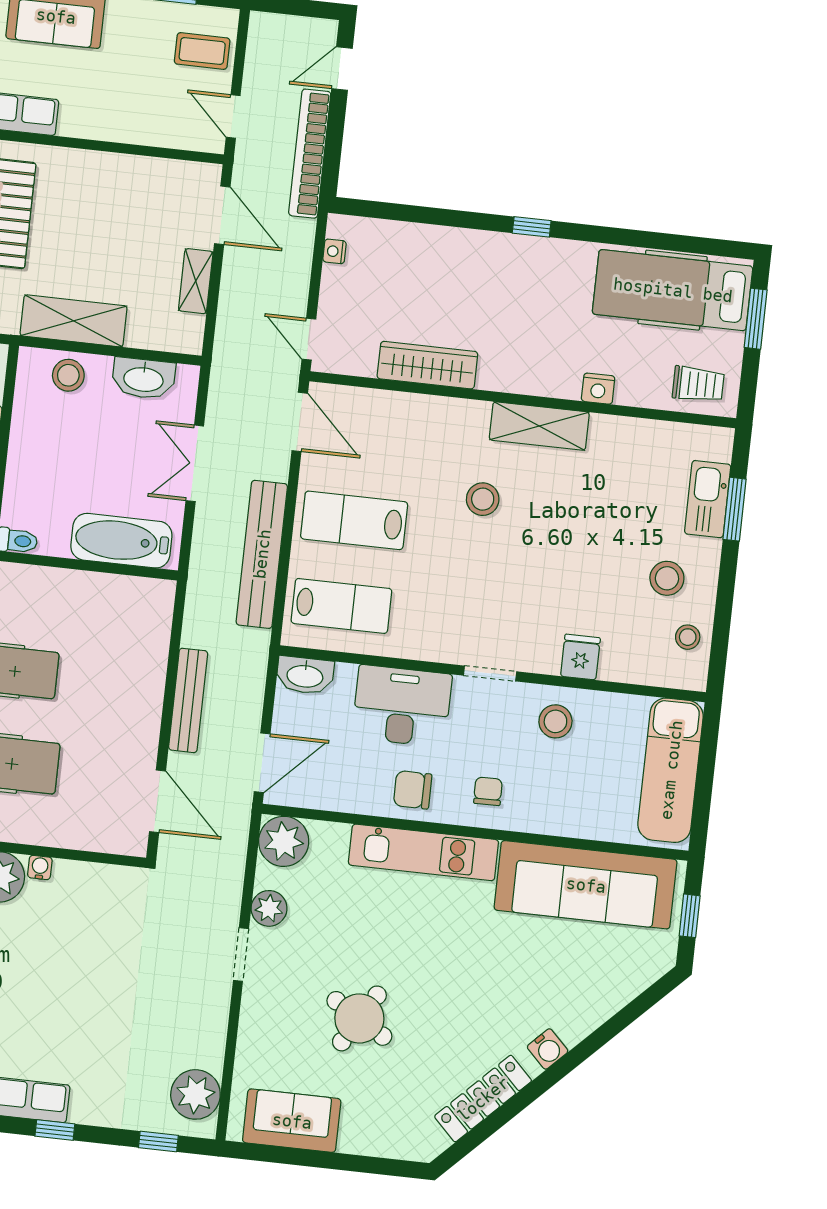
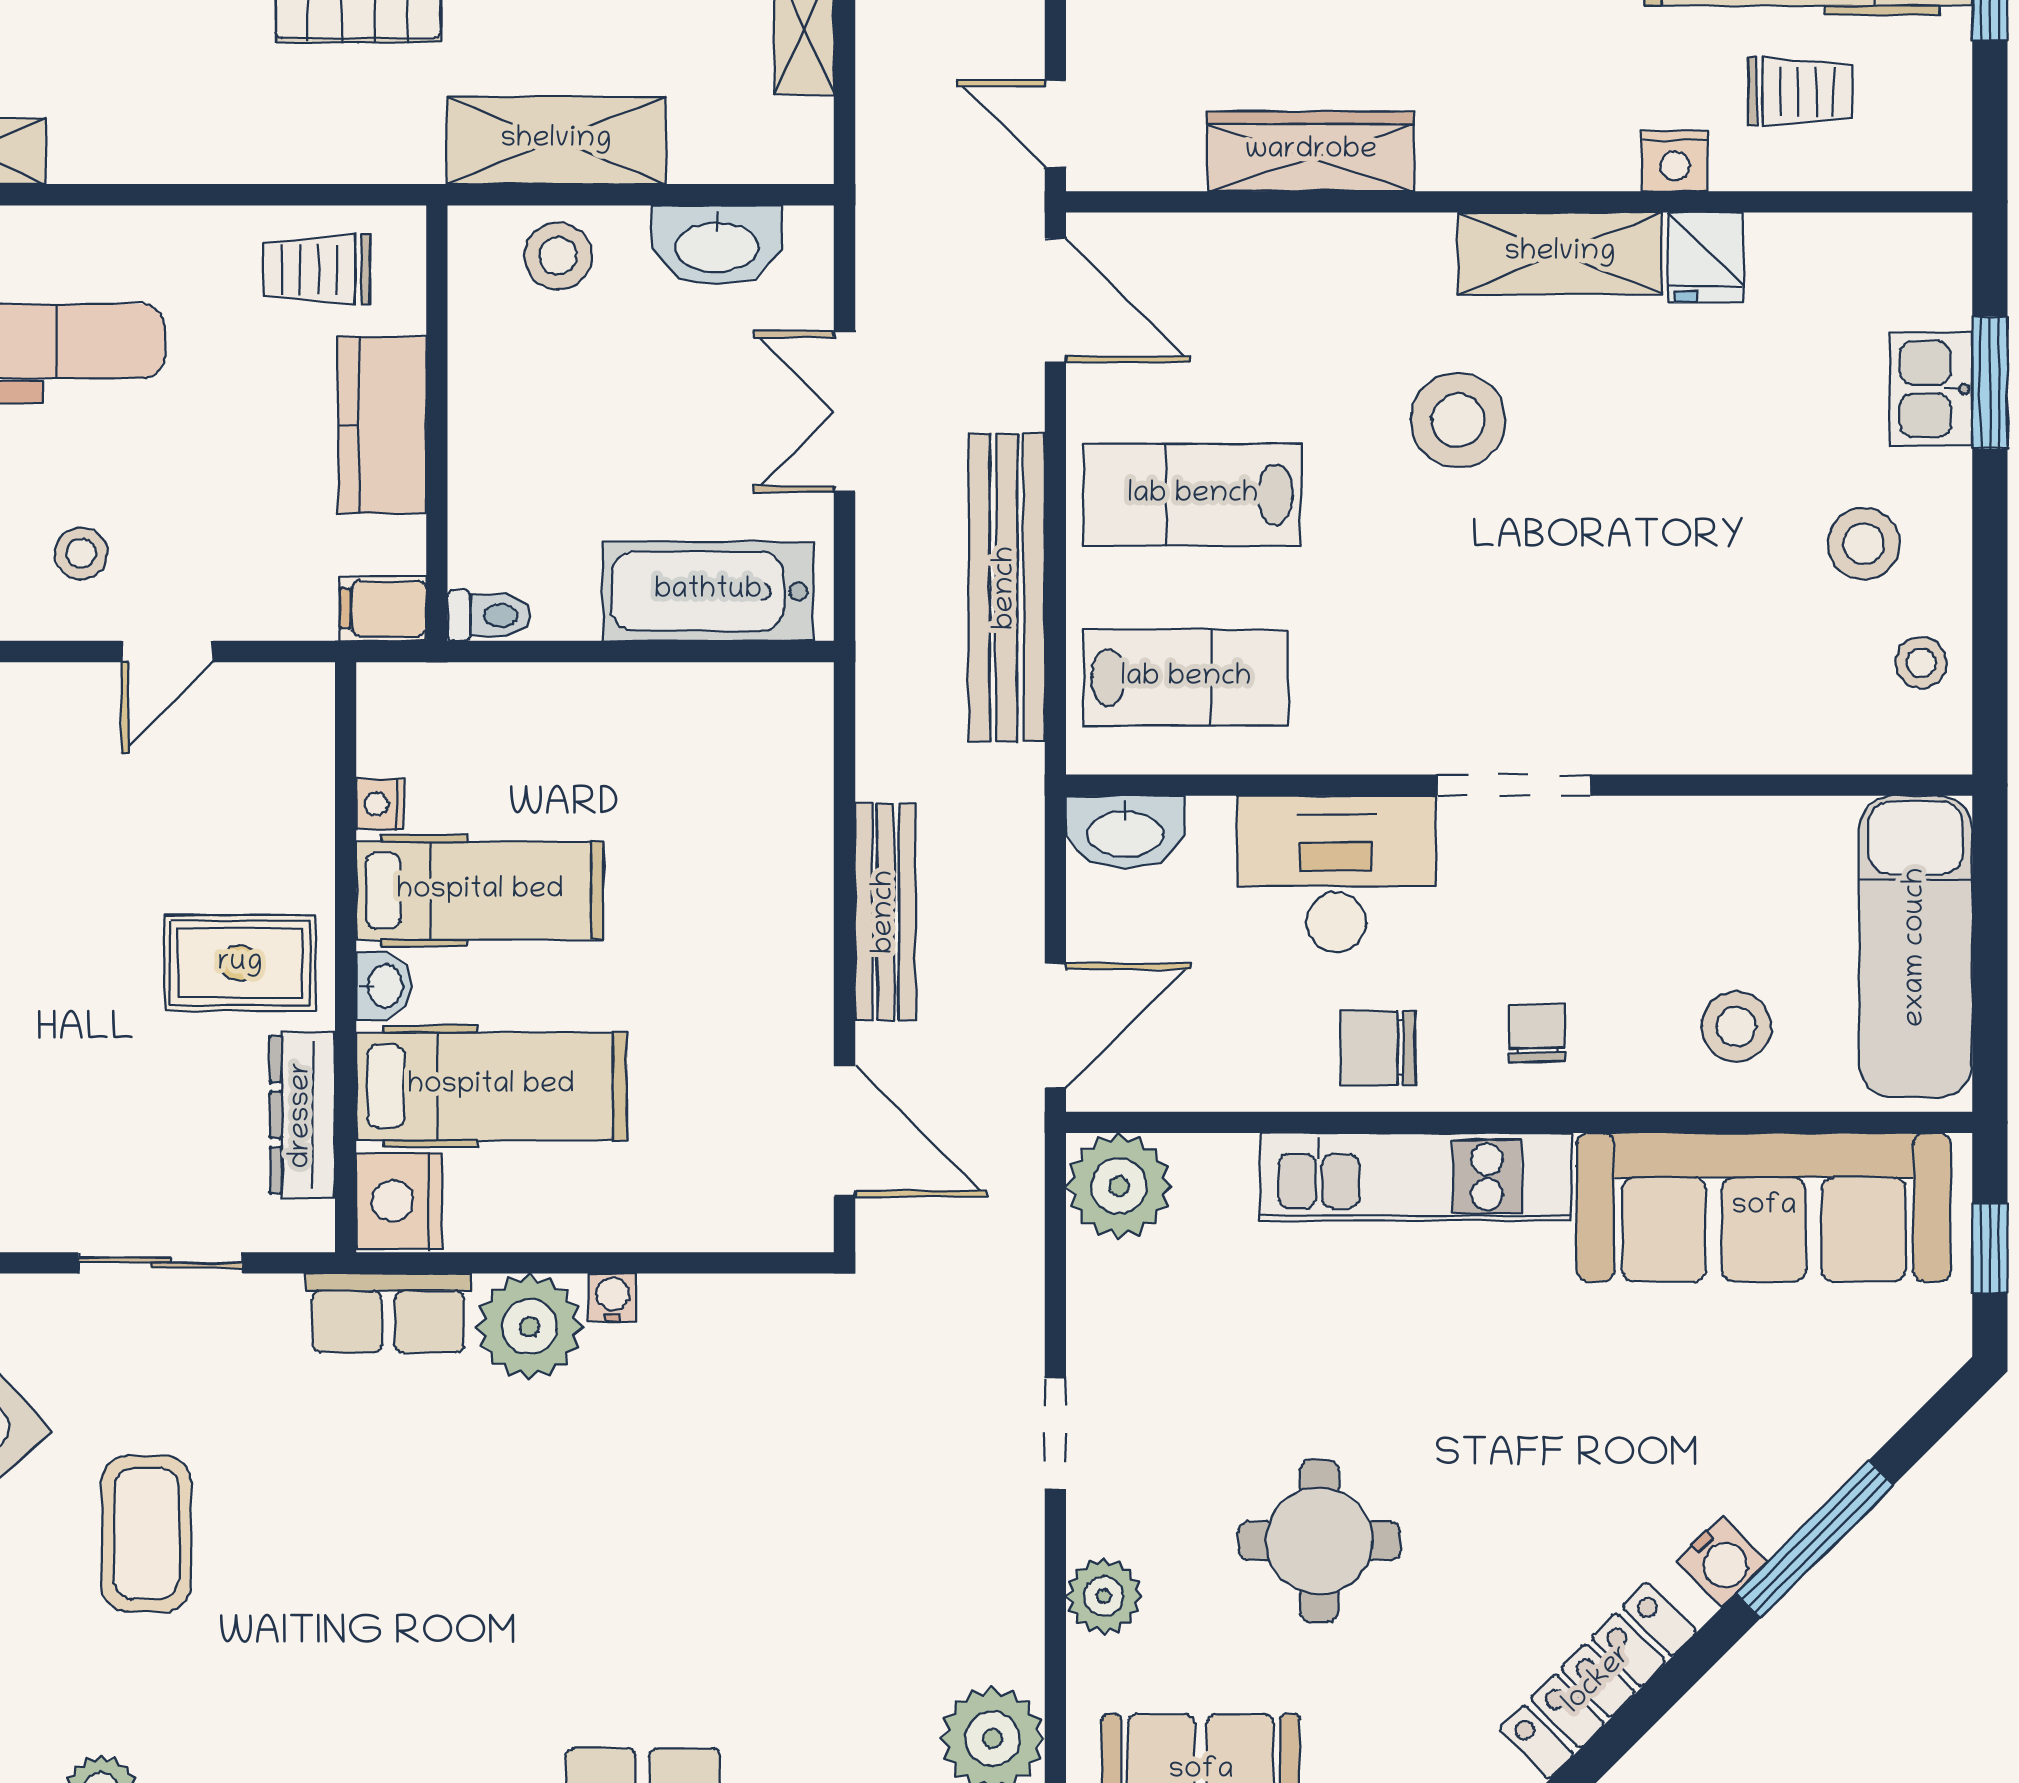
trolley: (698, 384) -> (1800, 92), moved
stool: (483, 499) -> (1458, 420), width x1.38, depth x1.38
kitchen sink: (708, 499) -> (1931, 389), width x0.73
fridge: (580, 657) -> (1706, 257), moved, turned 180
doorway: (490, 673) -> (1514, 785), width x1.38
stool: (555, 721) -> (1736, 1027), moved
plant: (269, 908) -> (1104, 1596), moved
round table: (359, 1018) -> (1319, 1541), turned -31
window: (592, 1043) -> (1815, 1539), added

